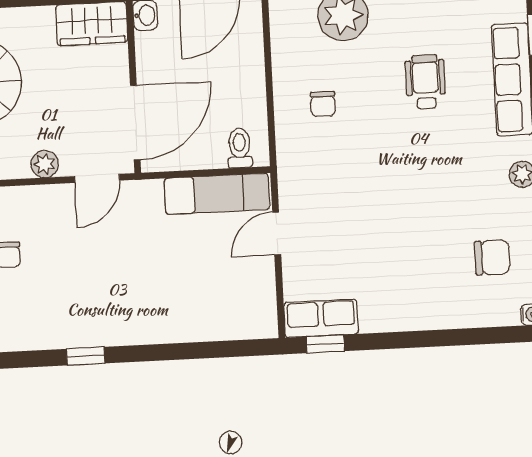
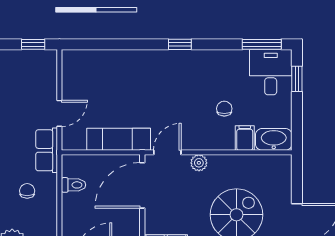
toilet: (240, 148) -> (74, 185), moved, turned -90
exam couch: (217, 194) -> (119, 139), moved
row of seats: (321, 318) -> (47, 150), moved, turned 90

